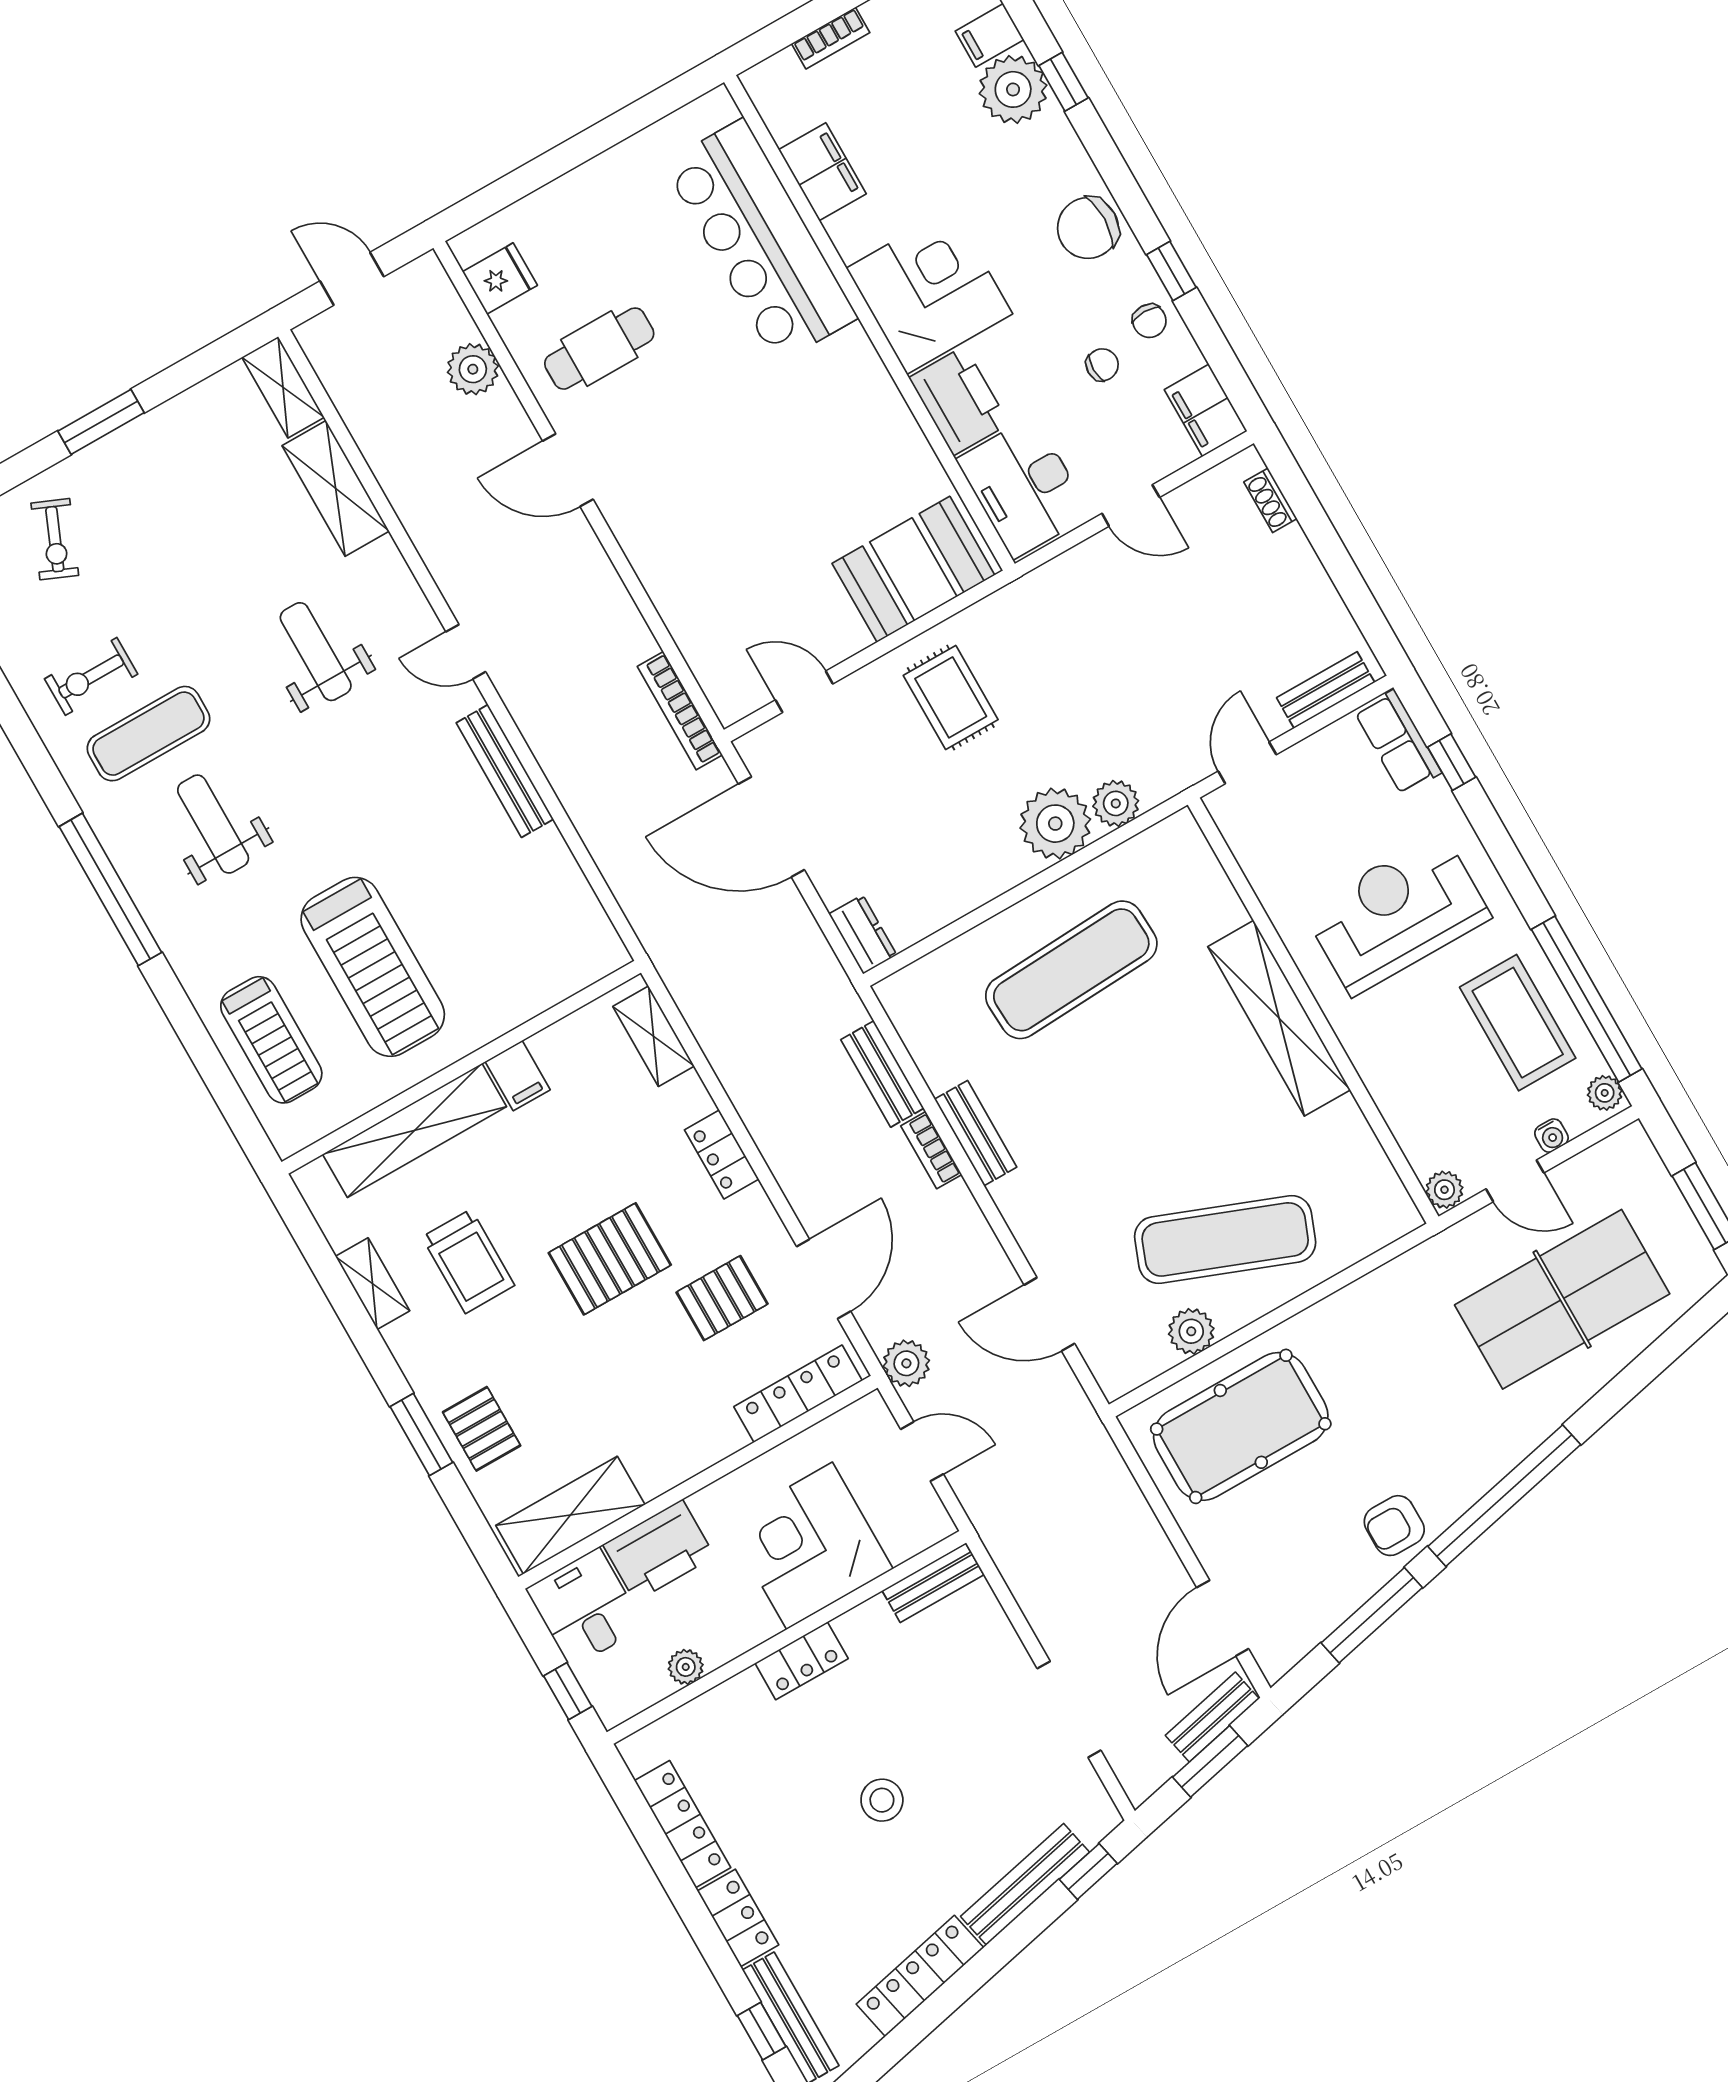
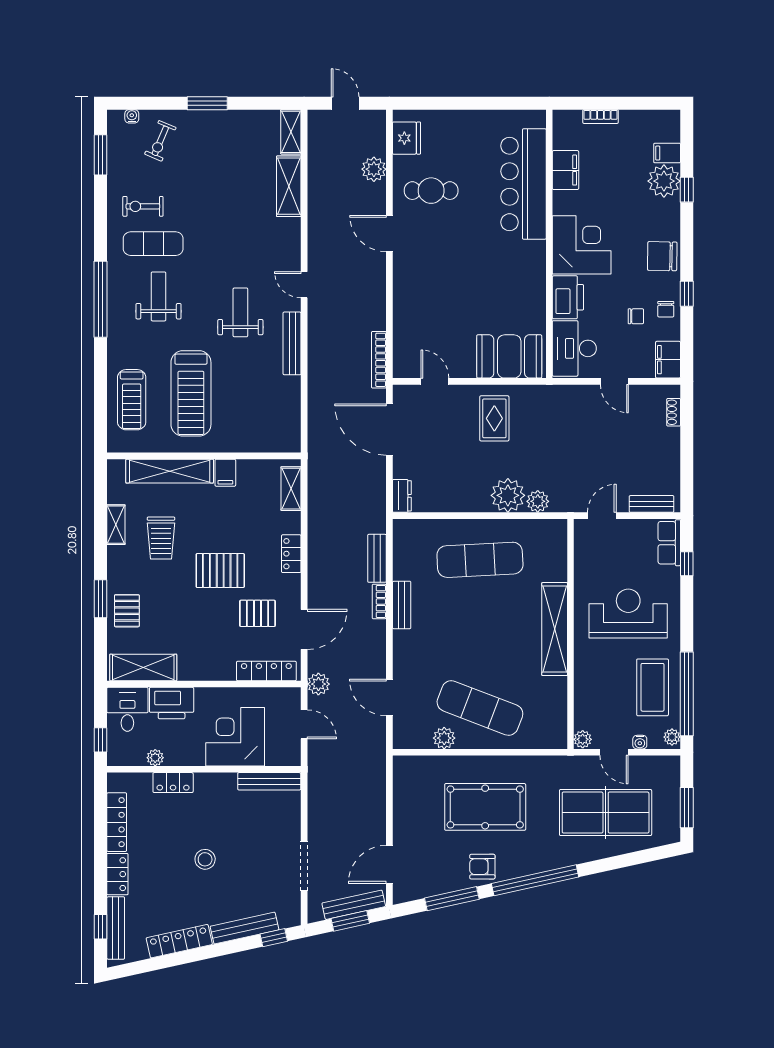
fridge: (500, 279) -> (407, 138), width x1.38
weight bench: (316, 652) -> (240, 312), moved
pool table: (1241, 1426) -> (485, 807), moved
bench: (933, 1583) -> (269, 781), width x1.36
locker: (802, 1661) -> (173, 783), moved
bench: (1212, 1717) -> (354, 905), width x1.36

